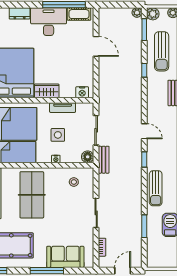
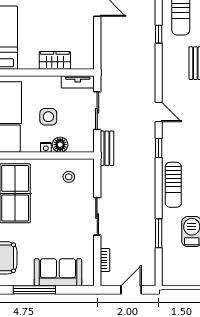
wardrobe: (47, 91) -> (55, 60), moved
nightstand: (82, 92) -> (79, 62), removed
tv unit: (63, 108) -> (78, 82), moved
floor lamp: (88, 157) -> (60, 145), moved

